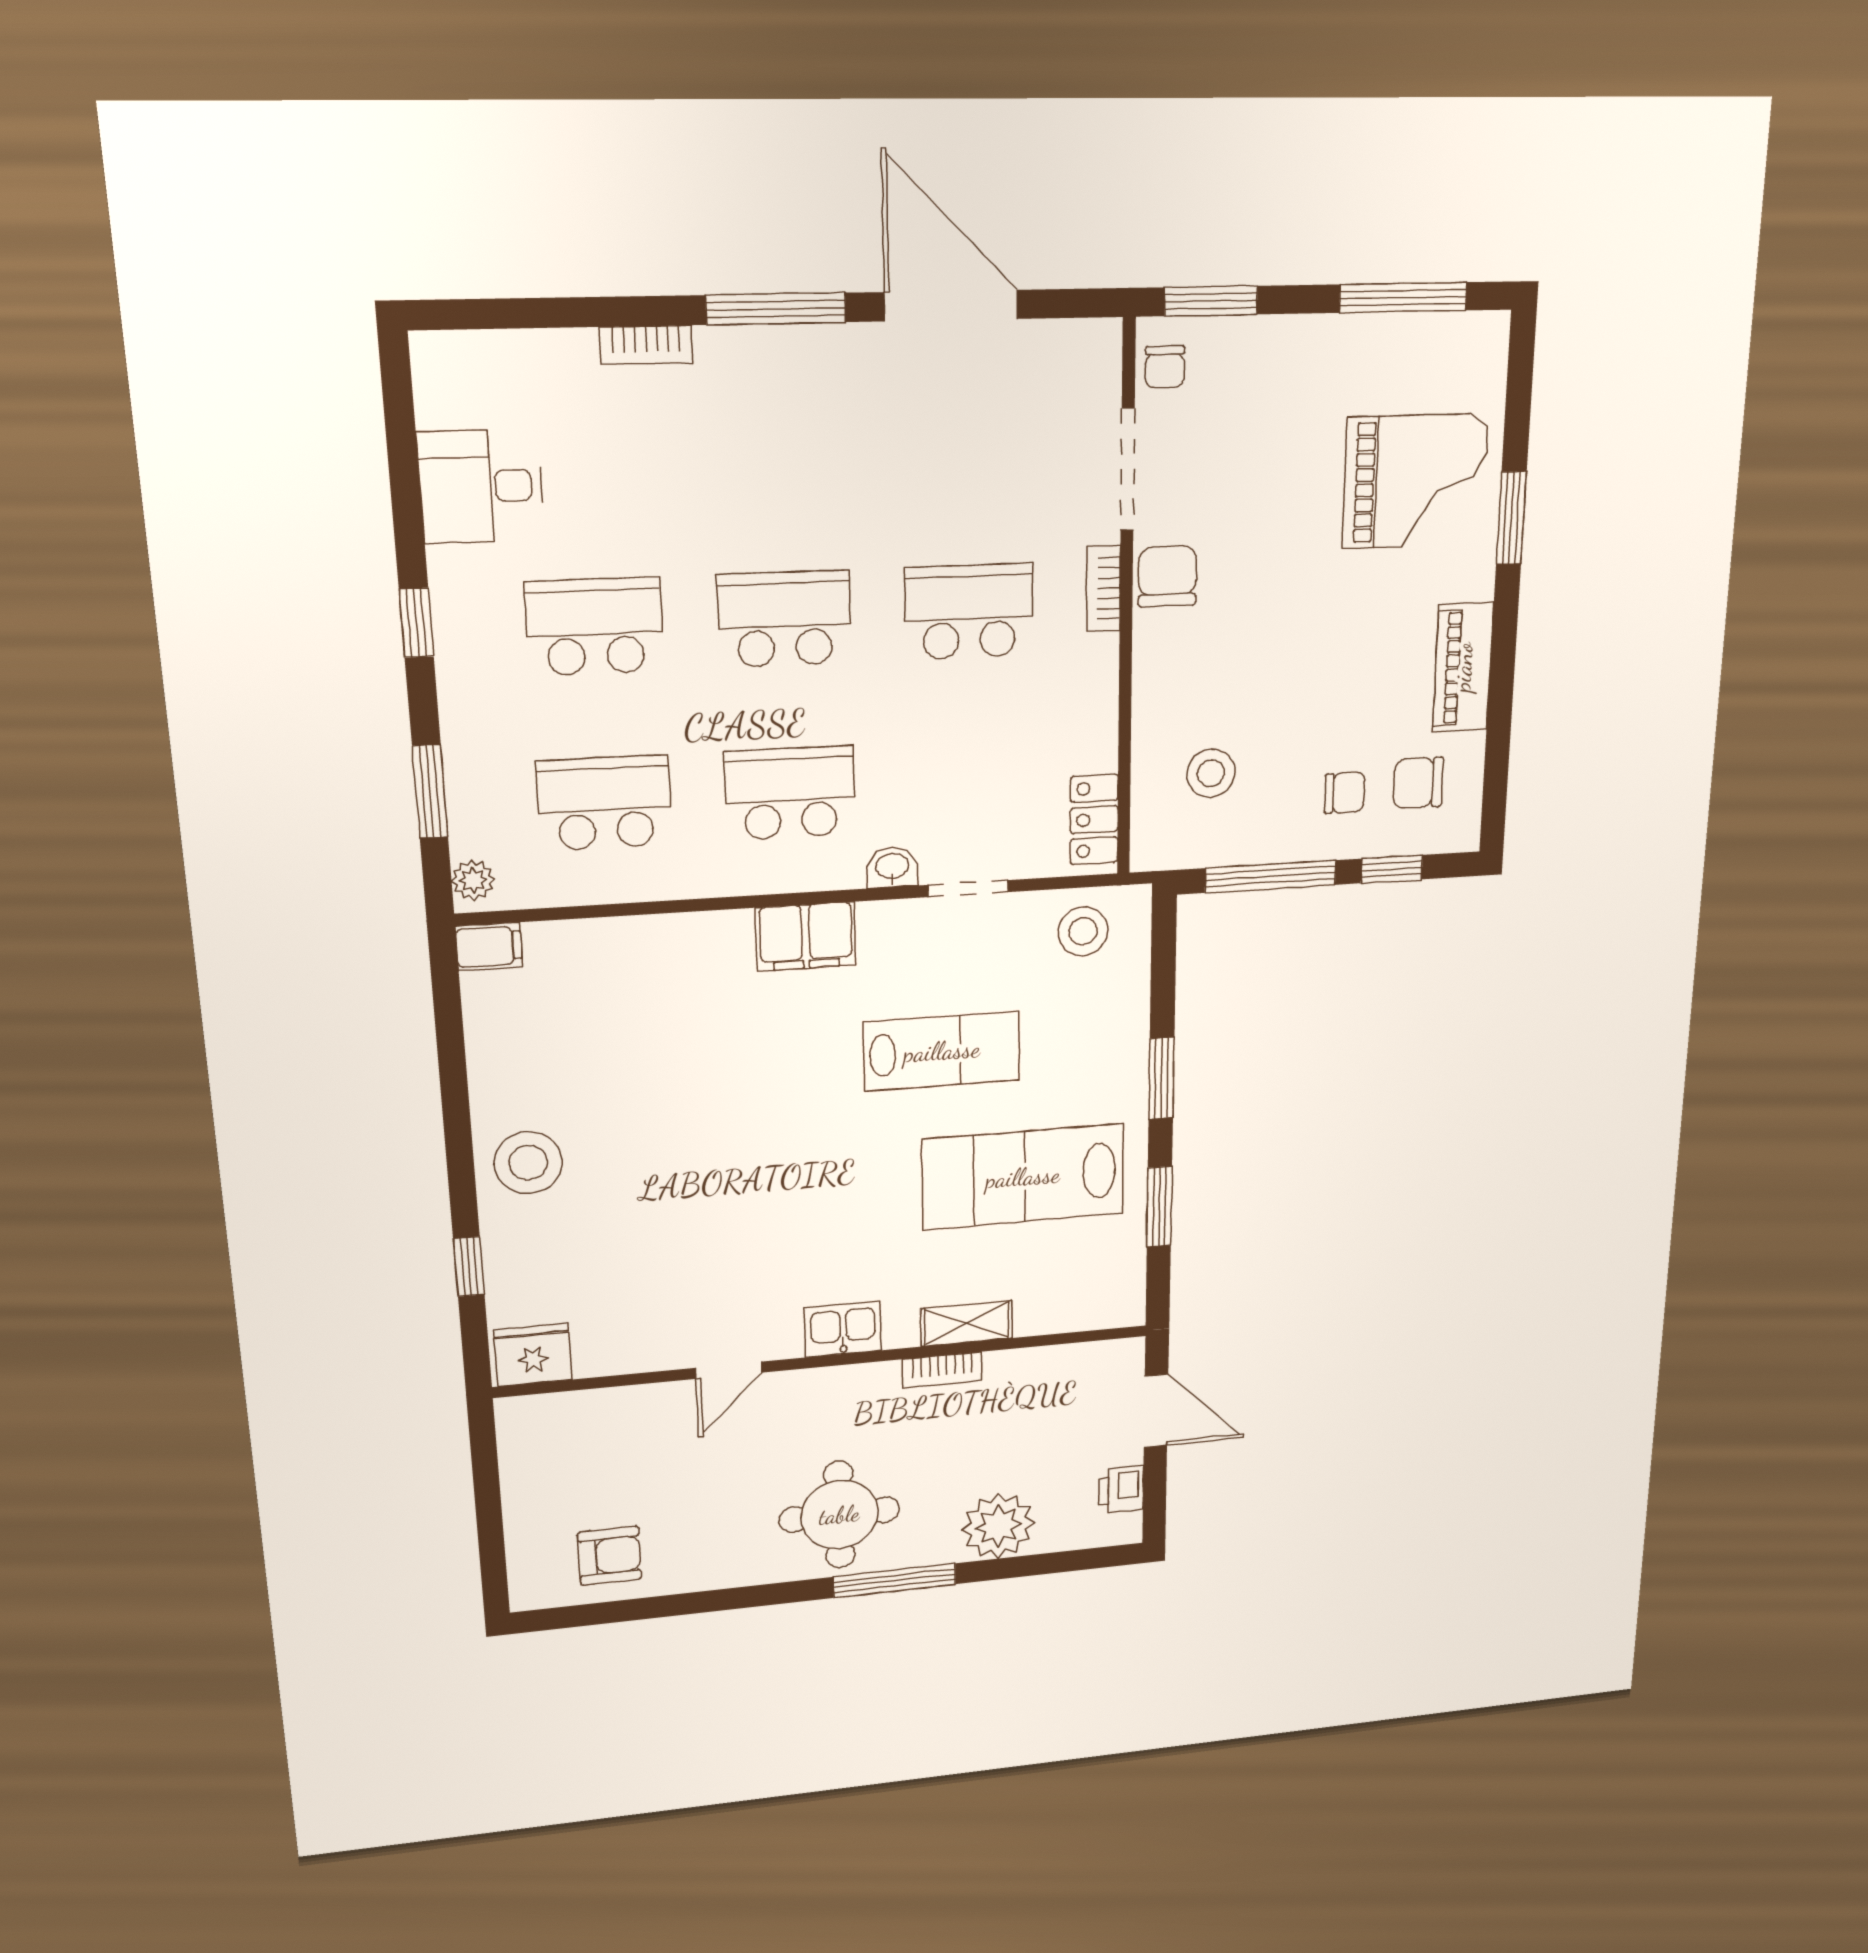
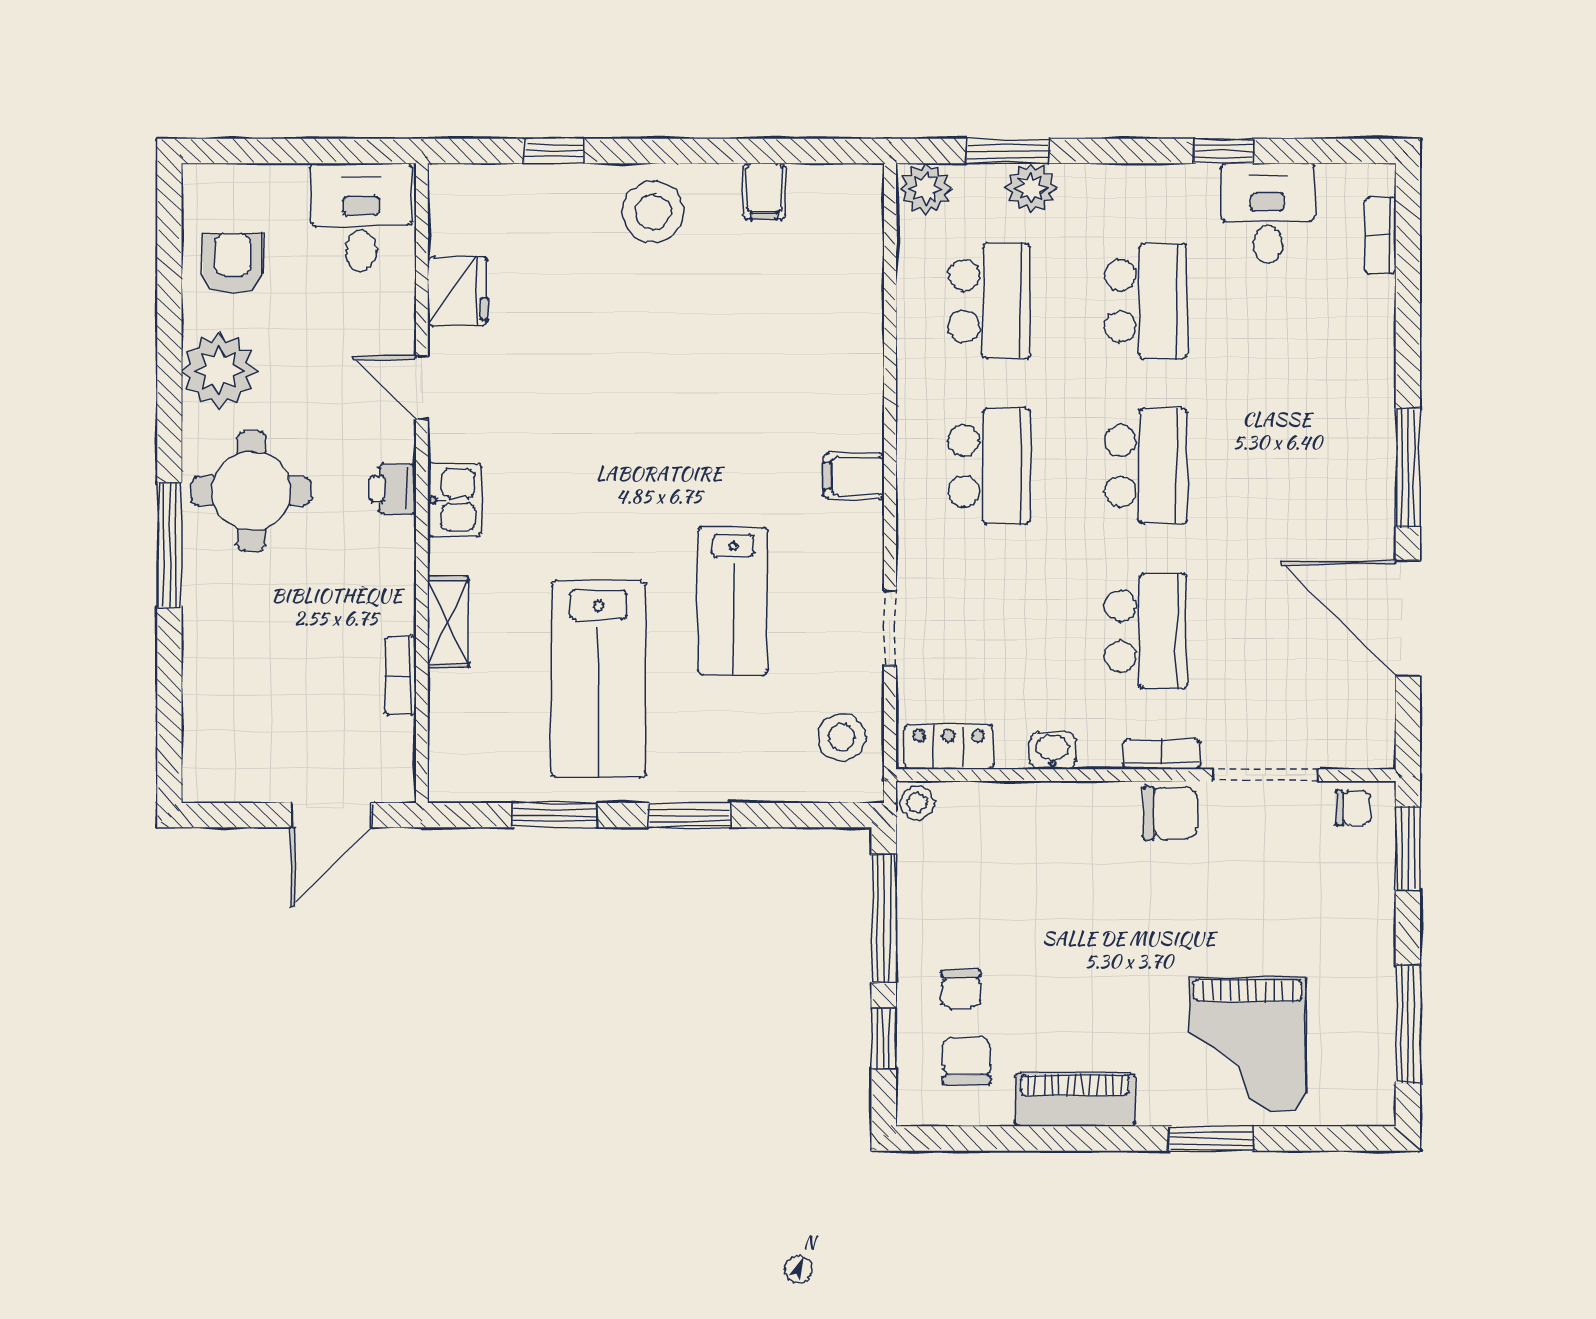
door: (951, 306) -> (1408, 618), swing flipped
bookcase: (646, 345) -> (1381, 235), moved
chair: (1165, 367) -> (1353, 808), turned 180
window: (416, 623) -> (1224, 151), moved
plant: (471, 763) -> (1031, 188), added
stool: (1211, 773) -> (917, 803), moved, width x0.73, depth x0.73
washbasin: (892, 867) -> (1053, 750), moved, turned -90
plant: (473, 880) -> (926, 189), width x1.38, depth x1.38
filing cabinet: (806, 936) -> (854, 476), width x0.50
filing cabinet: (489, 947) -> (764, 191), moved
lab bench: (1023, 1177) -> (598, 679), turned 180
fridge: (533, 1355) -> (457, 291), moved
bookcase: (942, 1370) -> (400, 675), moved
desk: (554, 1444) -> (361, 217), added
printer: (1121, 1490) -> (393, 489), moved, turned -90
plant: (998, 1526) -> (219, 371), moved
armchair: (610, 1556) -> (233, 263), turned 180

